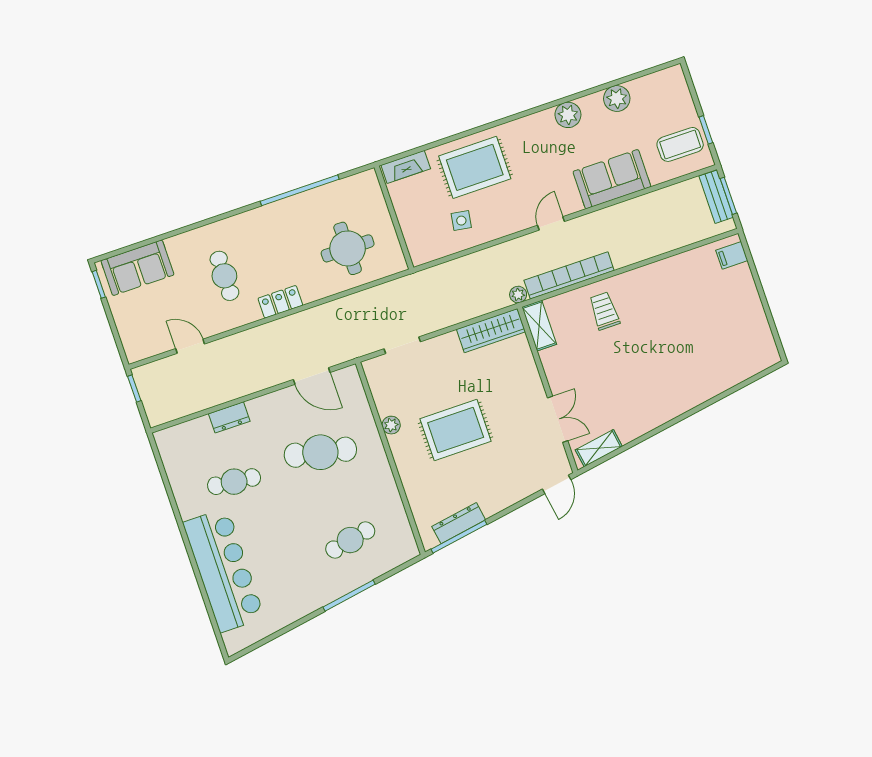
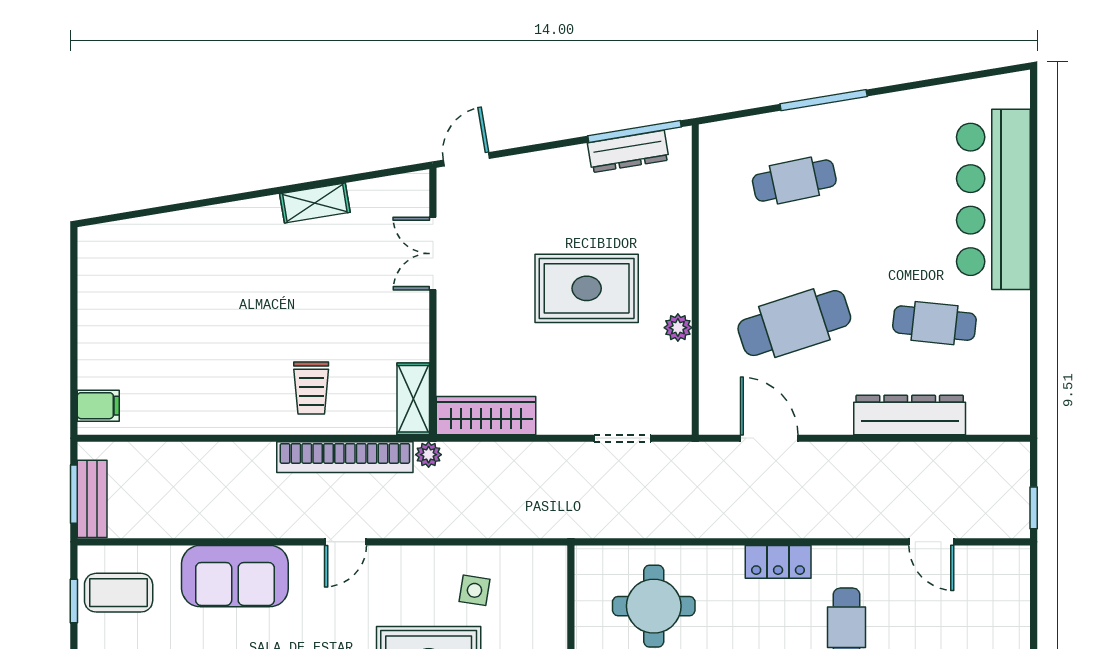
dresser: (229, 417) -> (910, 415), width x1.96, depth x1.24
shelving: (599, 448) -> (315, 203), moved
cafe table: (320, 452) -> (794, 323), turned -30

